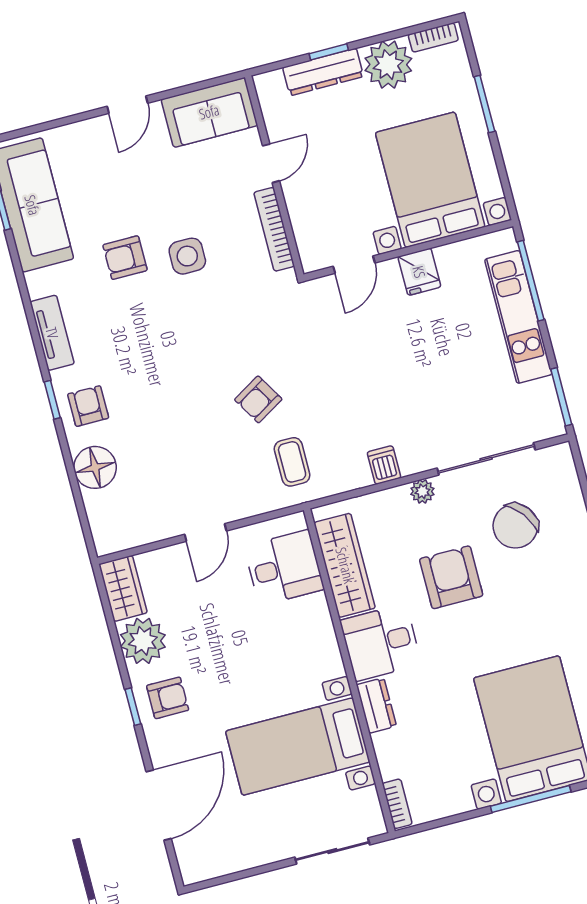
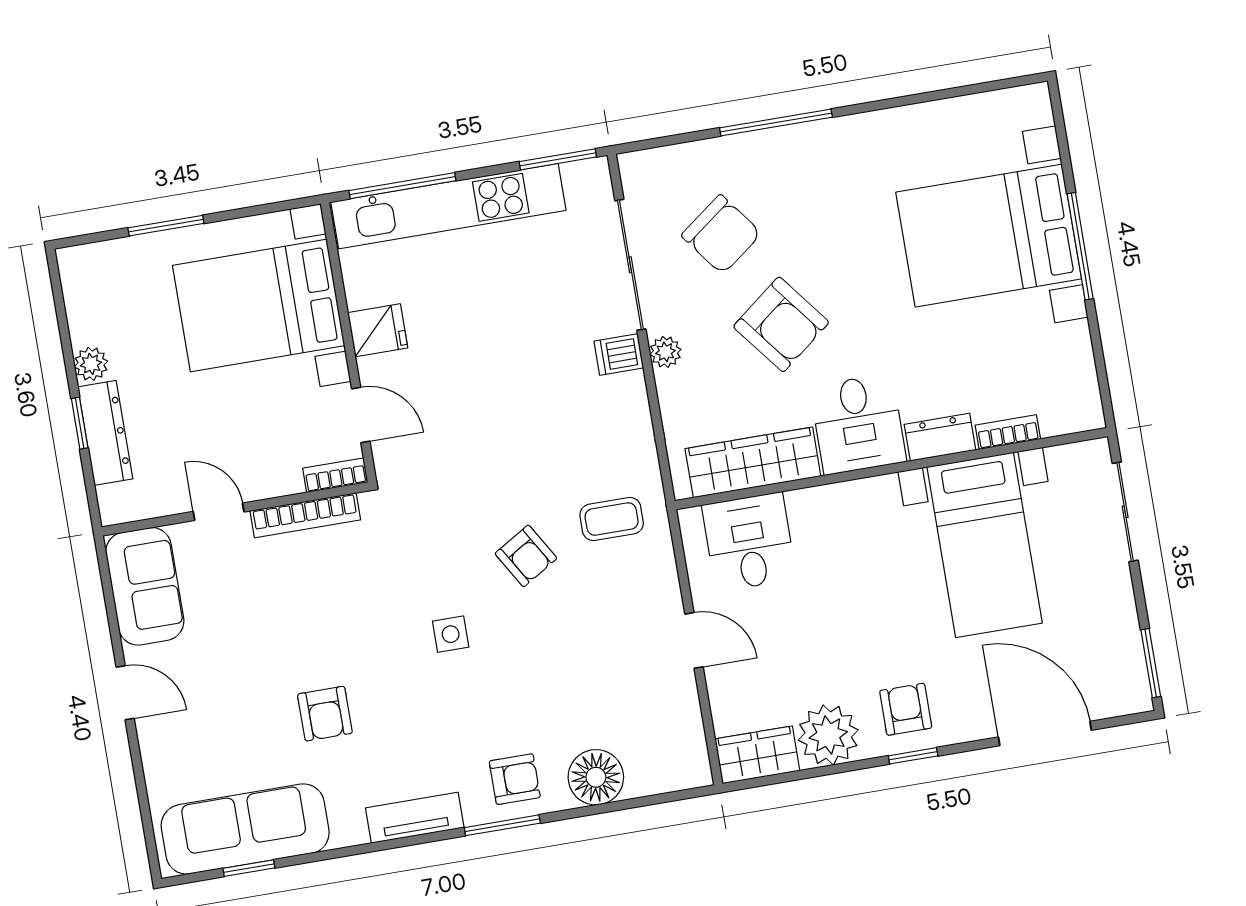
bookcase: (433, 37) -> (335, 475), moved, turned -90
plant: (388, 65) -> (91, 364), width x0.53, depth x0.53
side table: (187, 256) -> (451, 634), moved, width x0.73, depth x0.73
kitchen unit: (518, 317) -> (448, 206), width x1.36
window: (52, 400) -> (502, 825), width x1.50
armchair: (88, 406) -> (515, 779), turned 180
dishwasher: (384, 465) -> (619, 354), moved
armchair: (451, 577) -> (781, 324), turned -128
bookcase: (397, 804) -> (1008, 432), moved
window: (219, 881) -> (1151, 663), added

